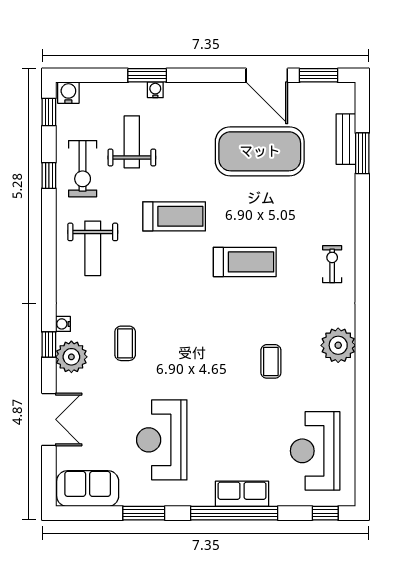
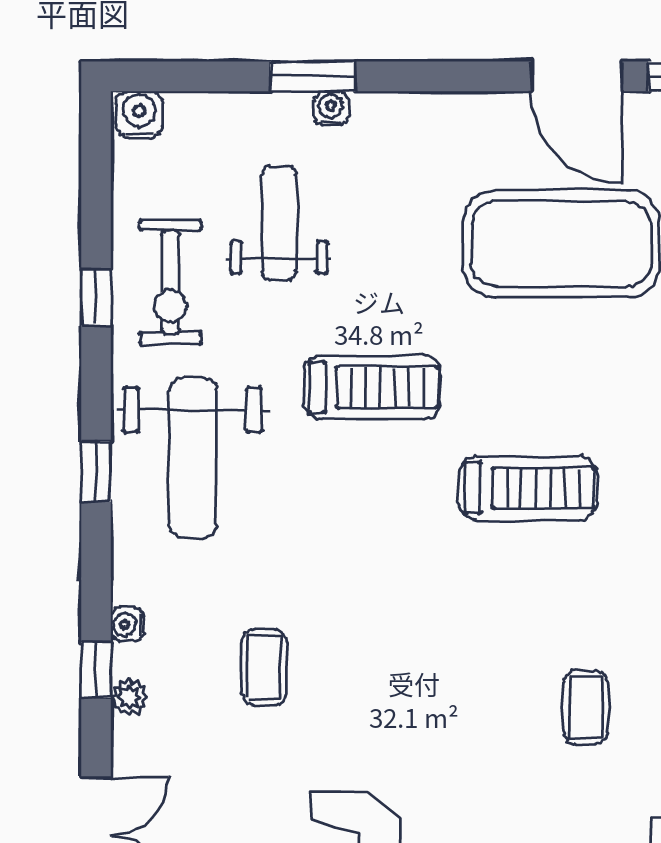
window: (49, 112) -> (96, 472), moved
weight bench: (93, 248) -> (193, 458), width x1.36, depth x1.33
plant: (71, 357) -> (129, 697), width x0.53, depth x0.53

